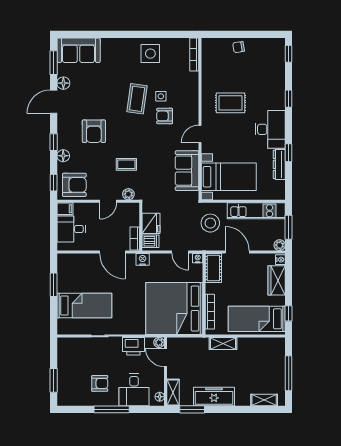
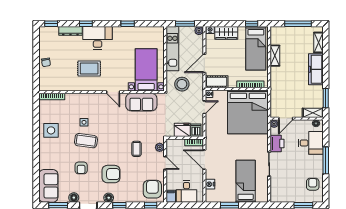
rug: (230, 103) -> (89, 69), turned 90
armchair: (165, 116) -> (81, 168), moved
desk: (270, 129) -> (98, 38), moved
floor lamp: (63, 156) -> (109, 198), moved
dresser: (279, 164) -> (70, 31), moved
door: (112, 252) -> (204, 160), swing flipped
nightstand: (143, 259) -> (210, 184), moved
shelving: (223, 343) -> (275, 56), moved
armchair: (100, 383) -> (313, 184), moved
freezer: (214, 397) -> (316, 69), moved

